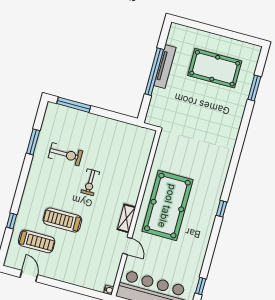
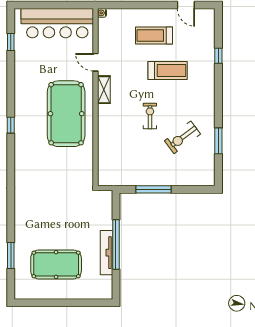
window: (74, 105) -> (154, 189), moved
exercise bike: (65, 154) -> (182, 137), turned -37
treadmill: (37, 241) -> (154, 36), moved

